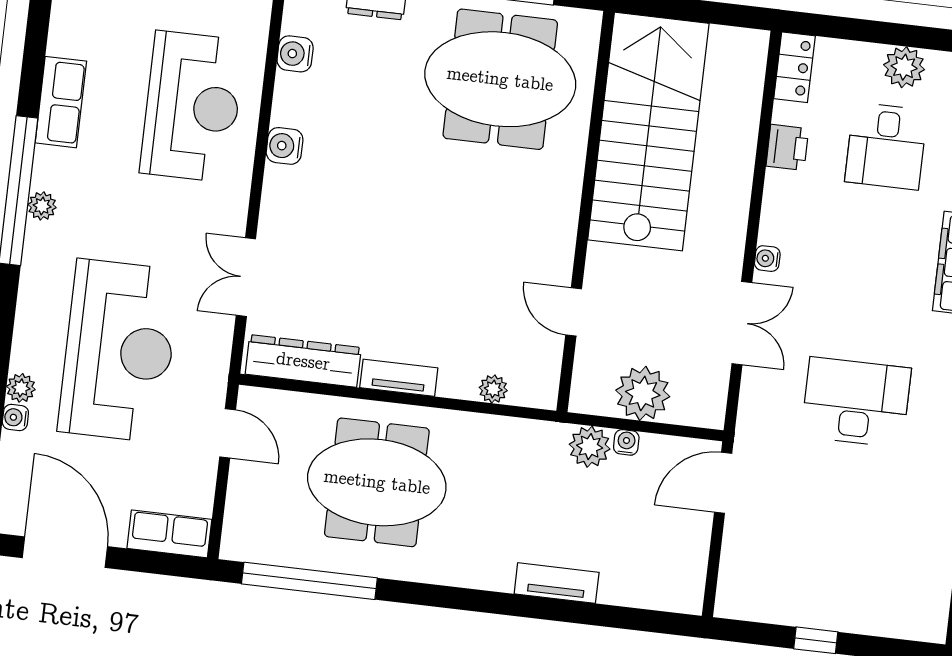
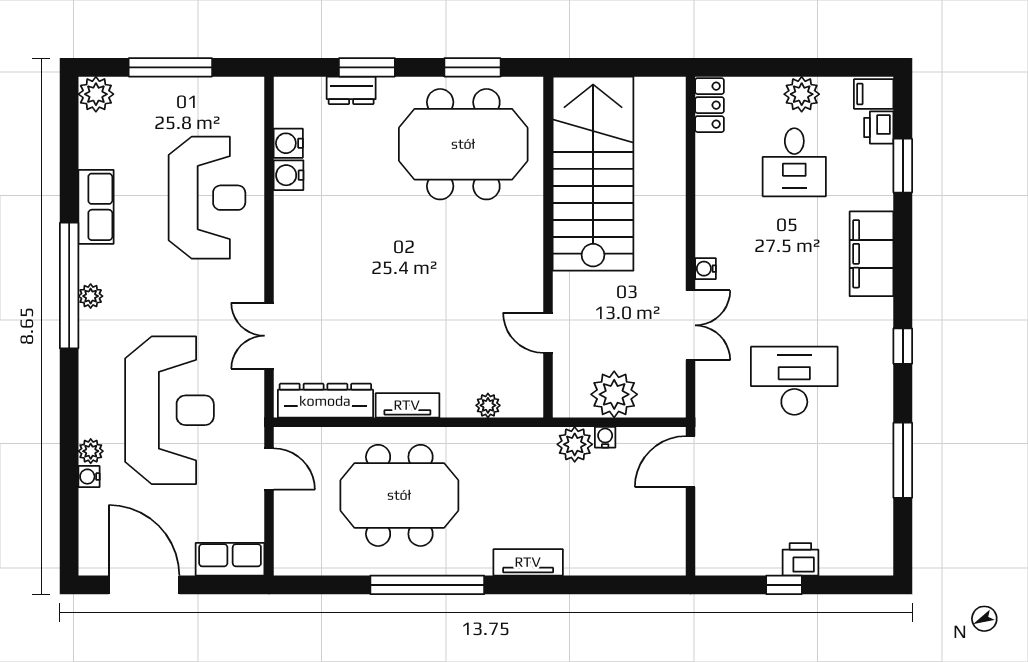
water cooler: (285, 146) -> (289, 175), moved
printer: (787, 147) -> (800, 559), moved, turned -90
window: (309, 581) -> (427, 585), moved
tv unit: (557, 583) -> (528, 562), moved

